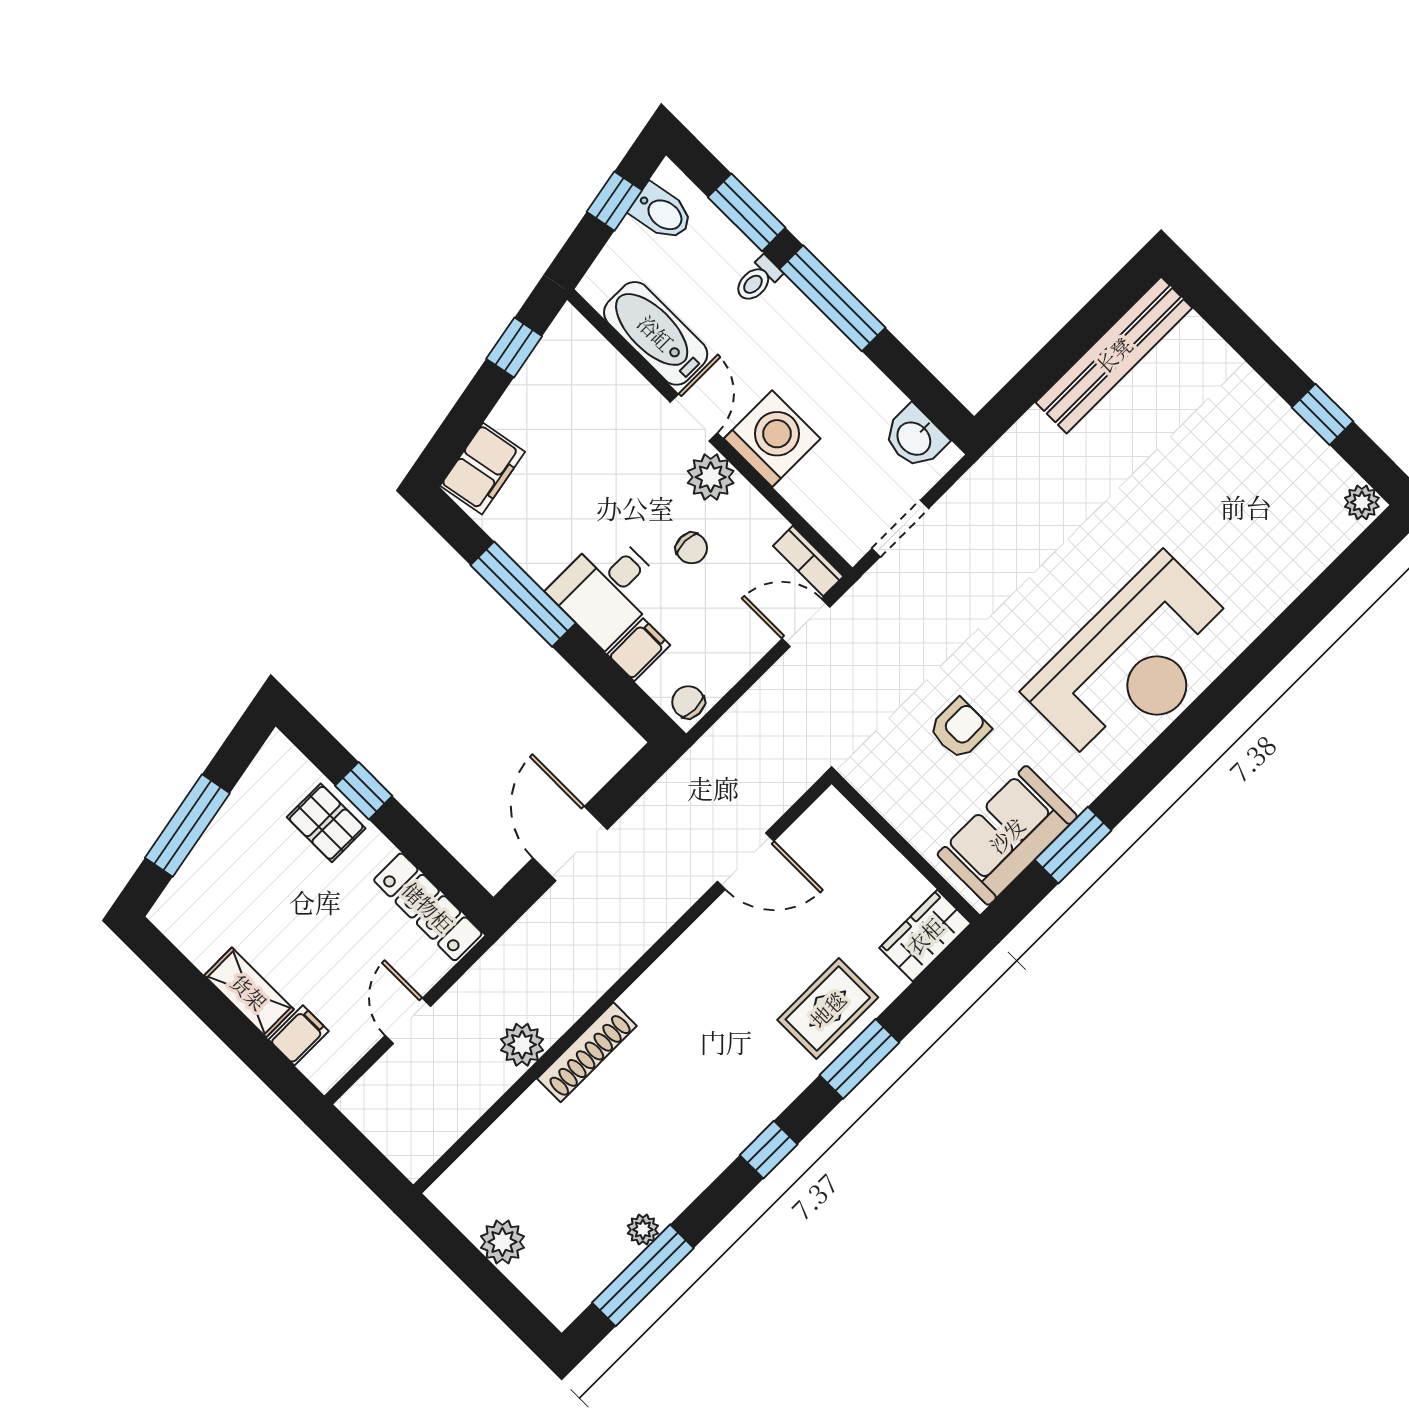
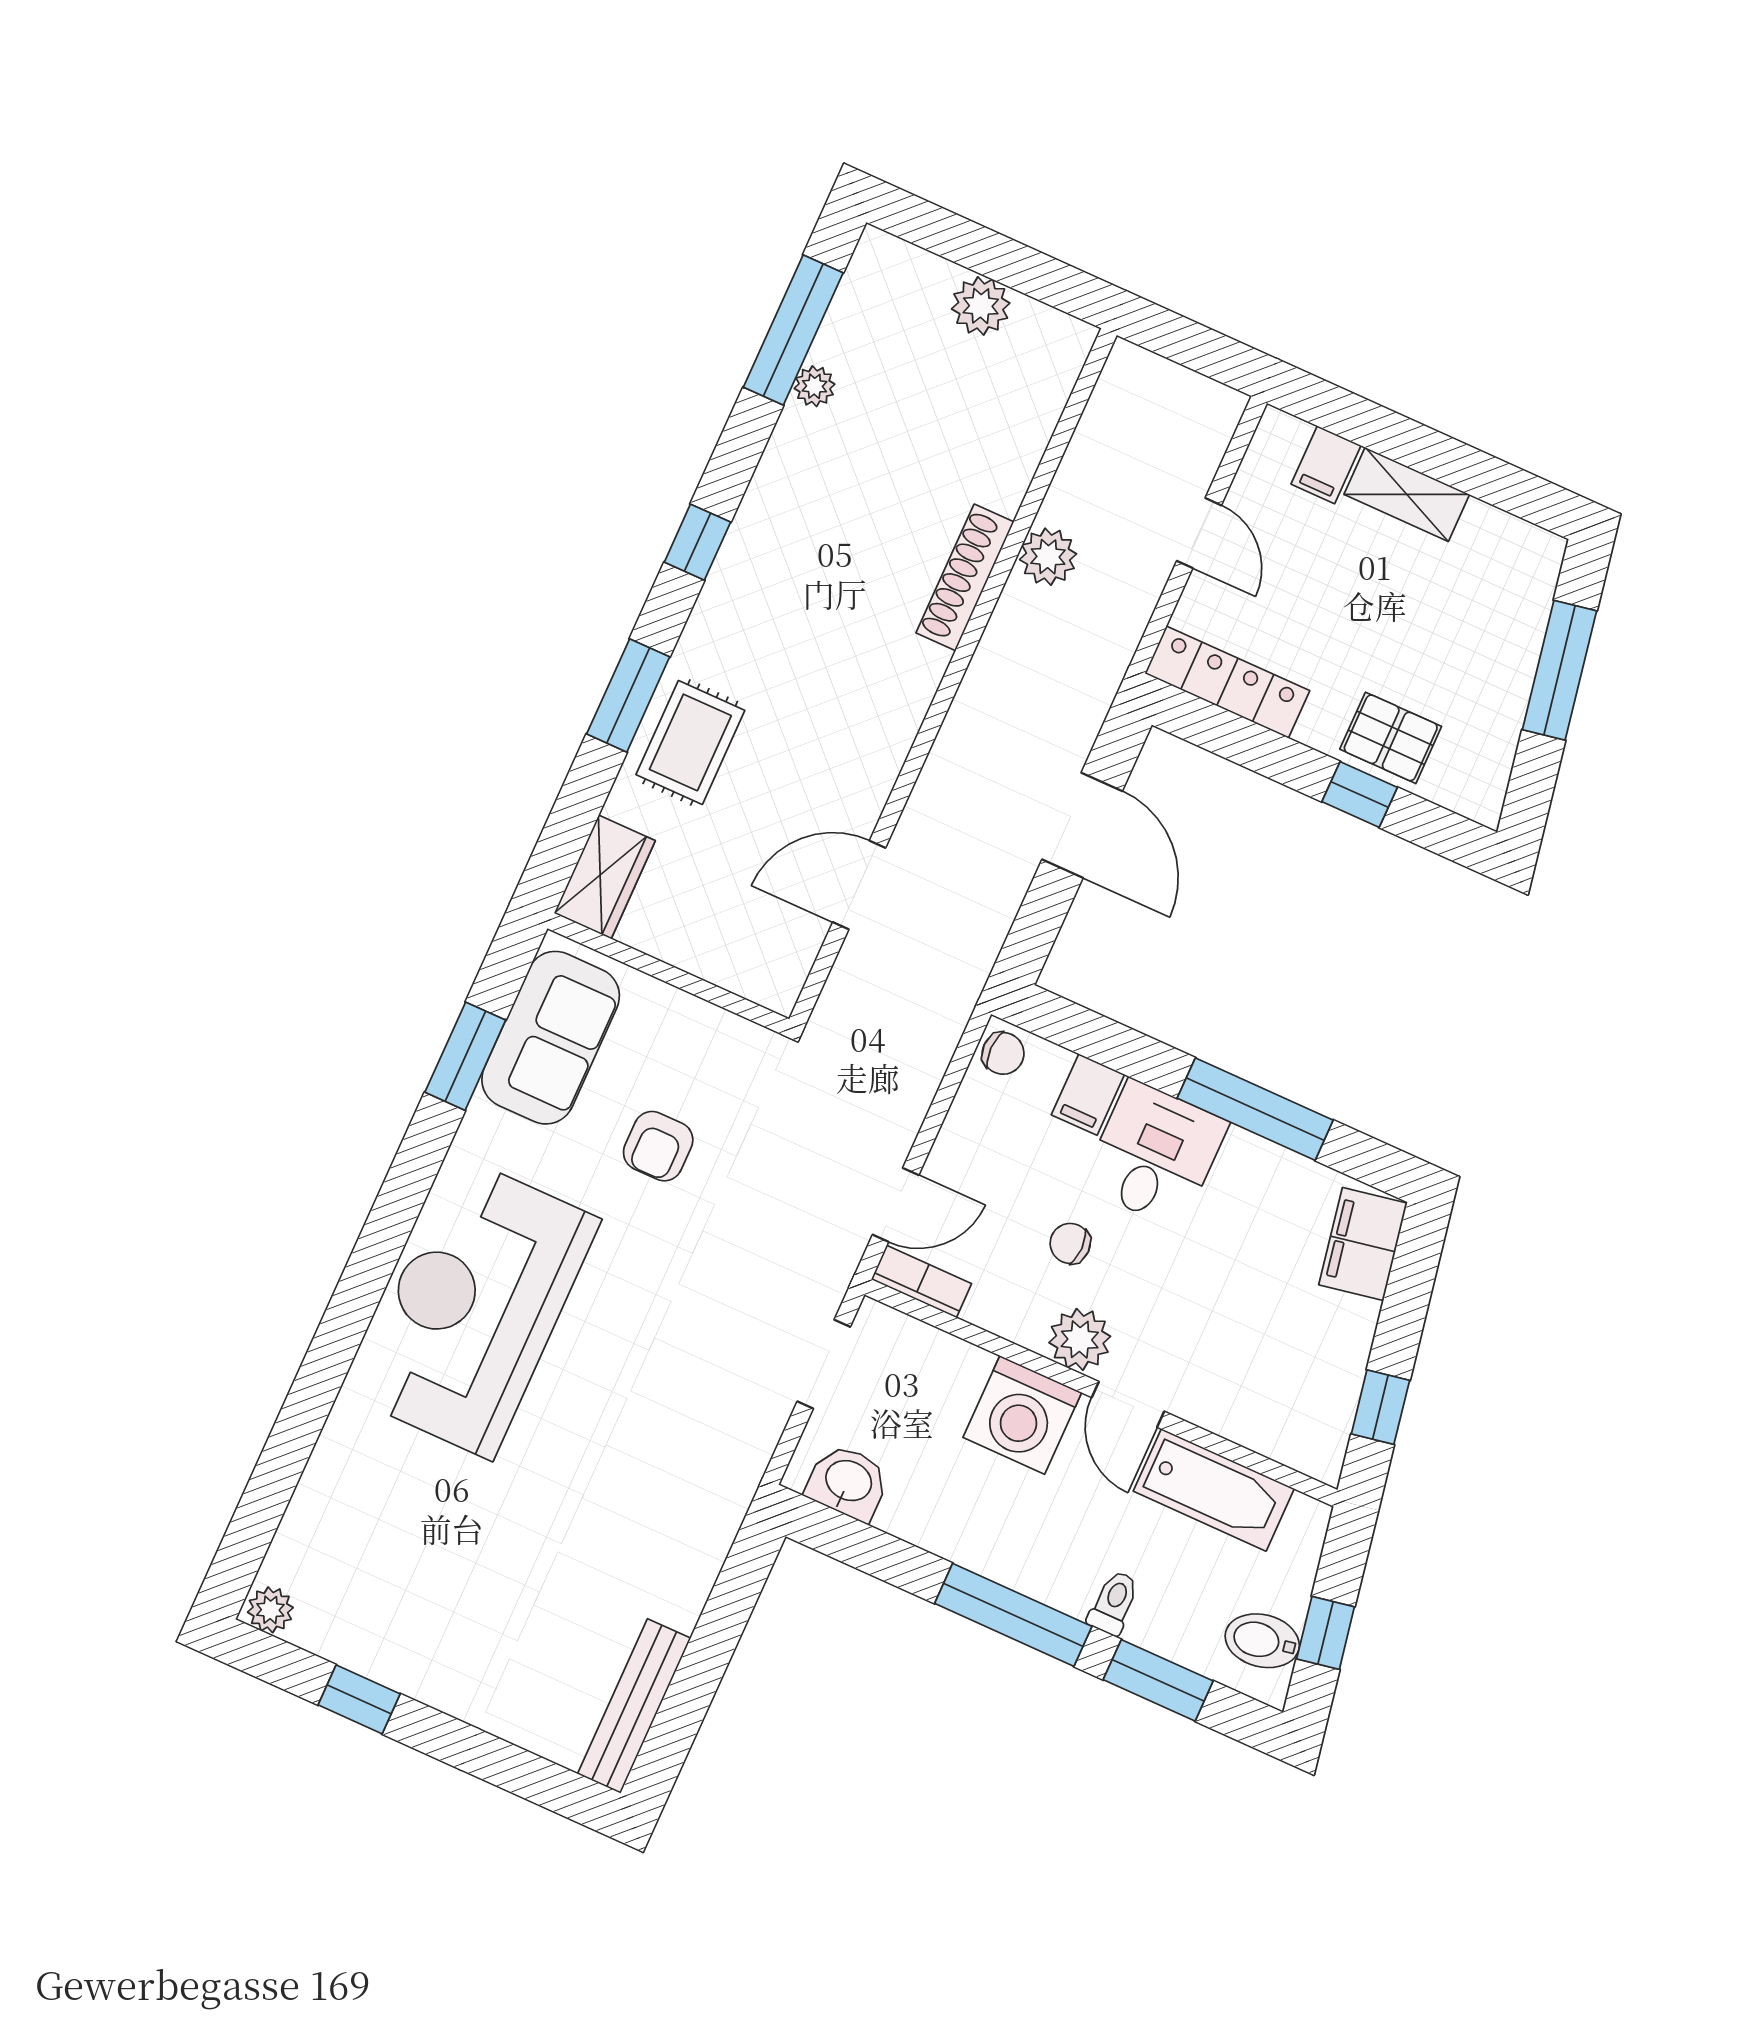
bench: (1114, 355) -> (634, 1706), width x0.73, depth x0.82

